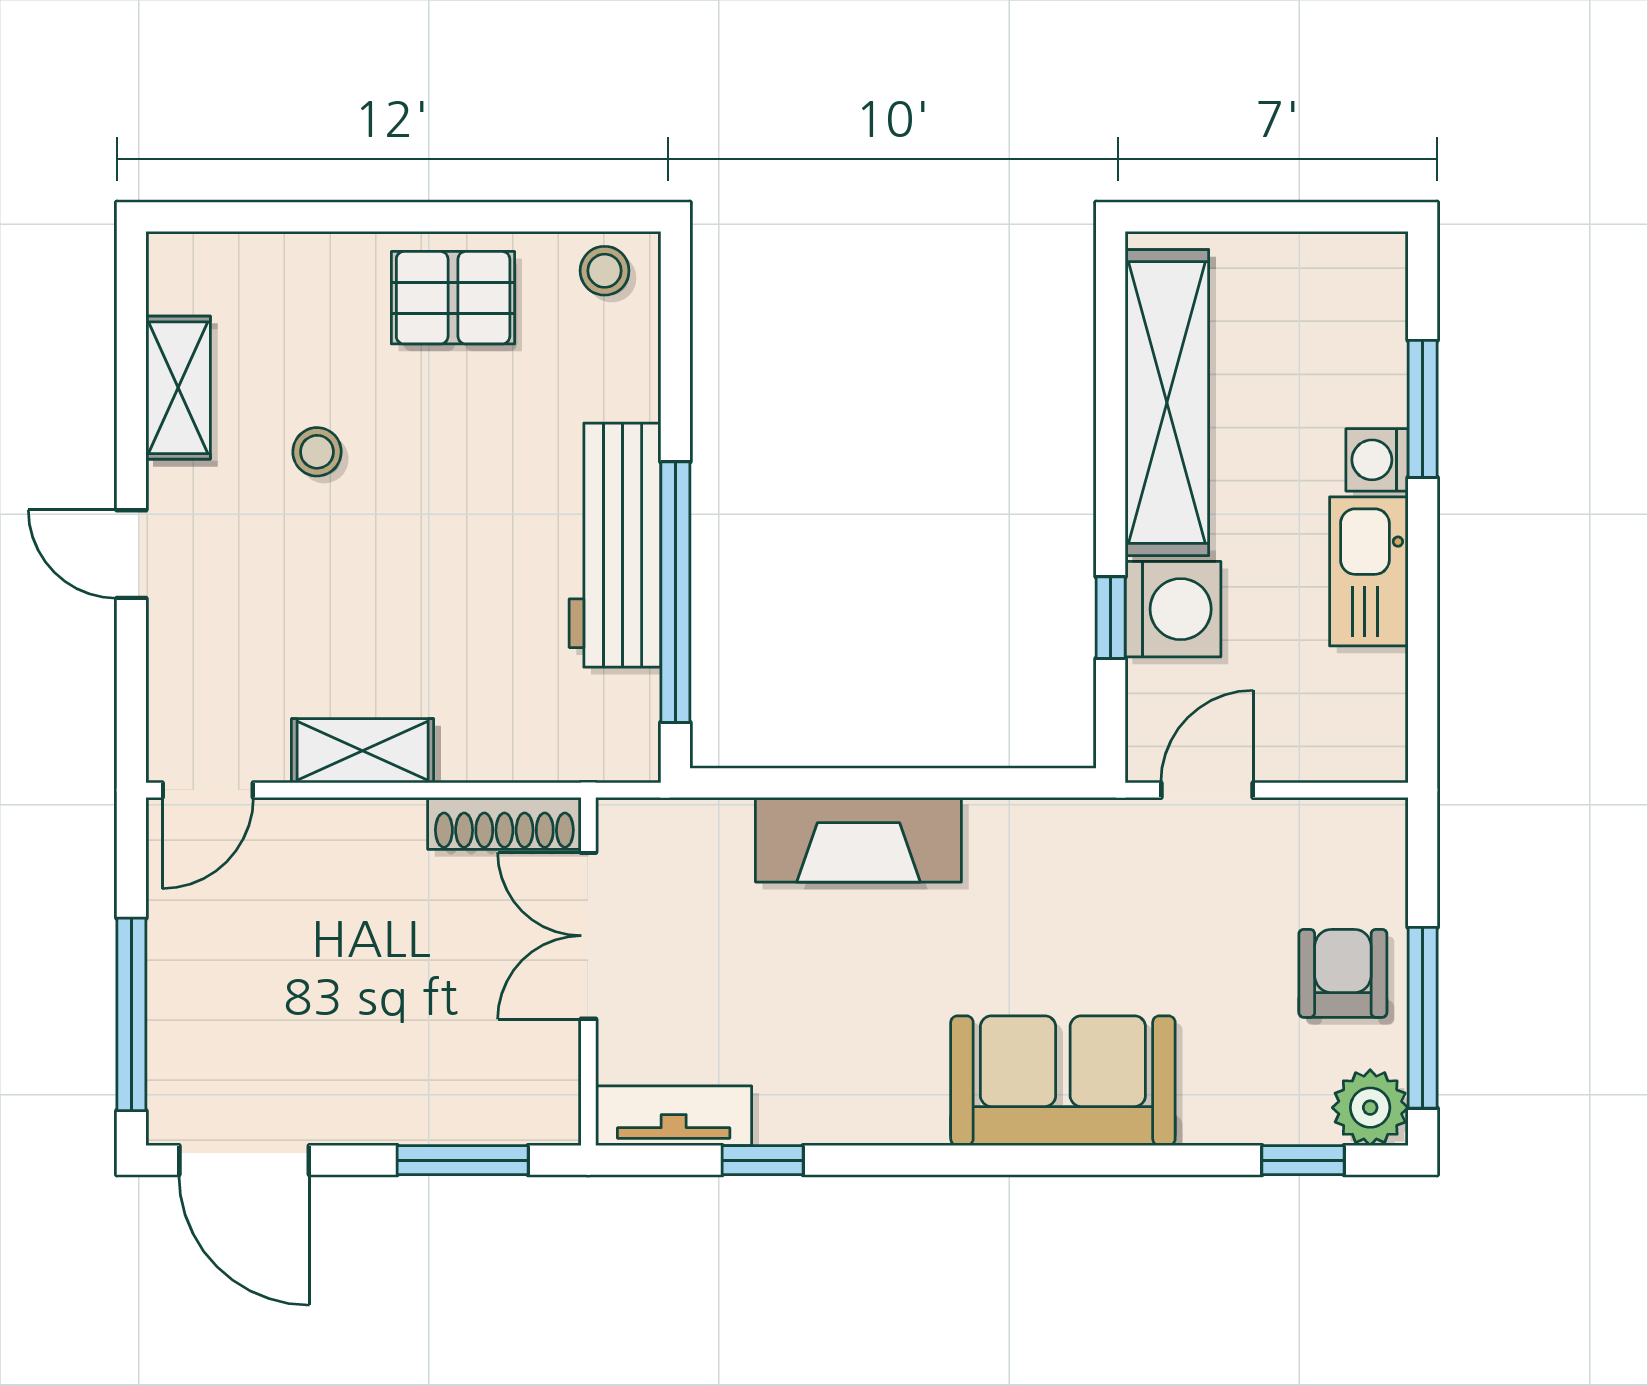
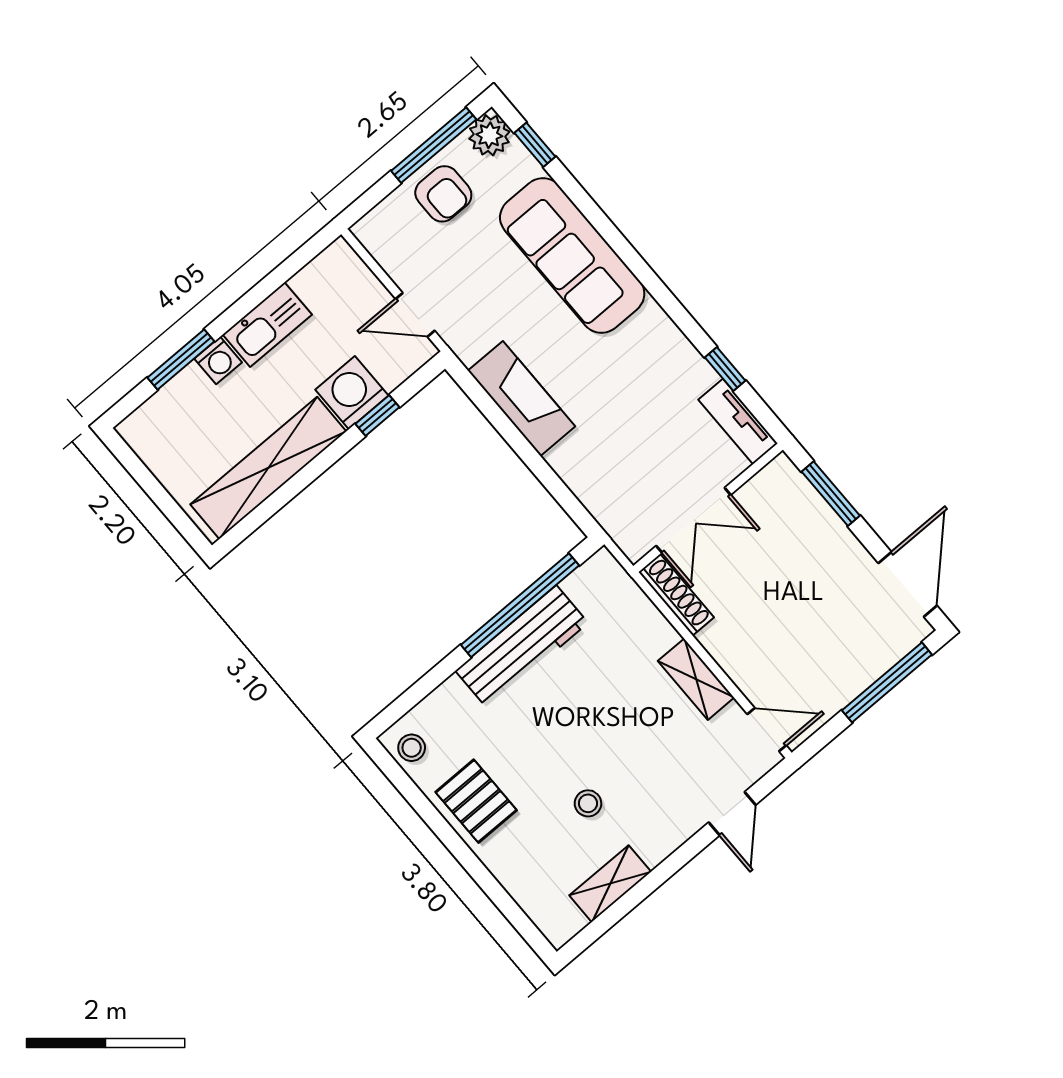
door: (131, 554) -> (732, 814), moved
fireplace: (858, 840) -> (521, 399), moved
armchair: (1343, 973) -> (443, 194), turned -90
sofa: (1063, 1081) -> (572, 256), width x1.36

